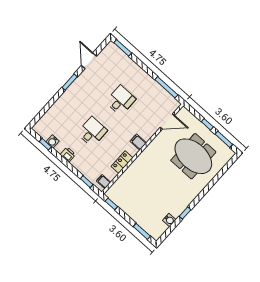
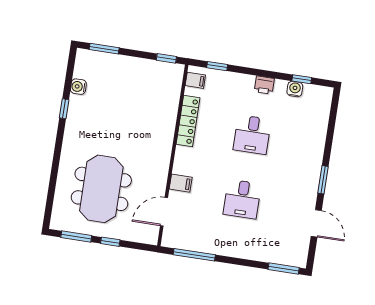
filing cabinet: (138, 142) -> (181, 183), moved
meeting table: (193, 156) -> (101, 189), turned 90
locker: (122, 162) -> (188, 121), width x1.53

